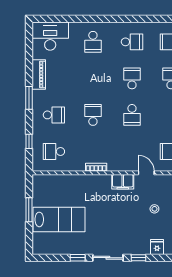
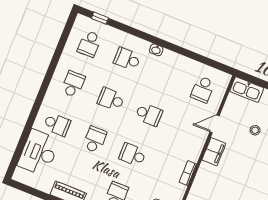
desk: (50, 36) -> (39, 153), moved
school desk: (93, 78) -> (95, 140), added

